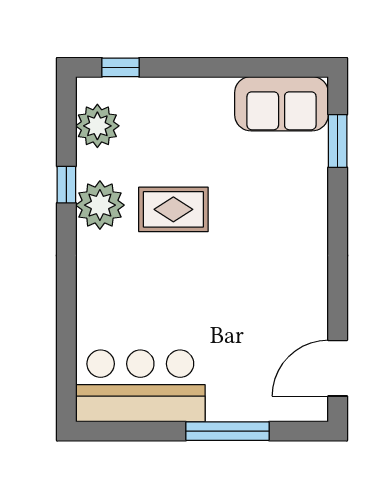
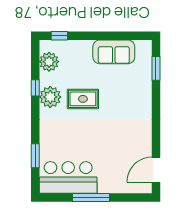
sofa: (282, 104) -> (114, 52), moved
window: (66, 337) -> (35, 156), added
window: (228, 431) -> (91, 198), moved

